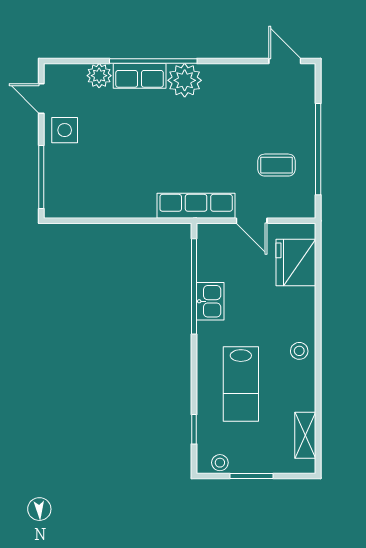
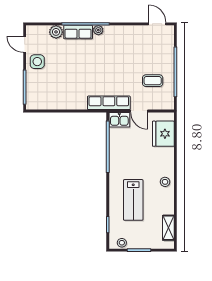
plant: (185, 80) -> (98, 30), width x0.53, depth x0.53
kitchen sink: (210, 301) -> (119, 120), moved, turned 90

